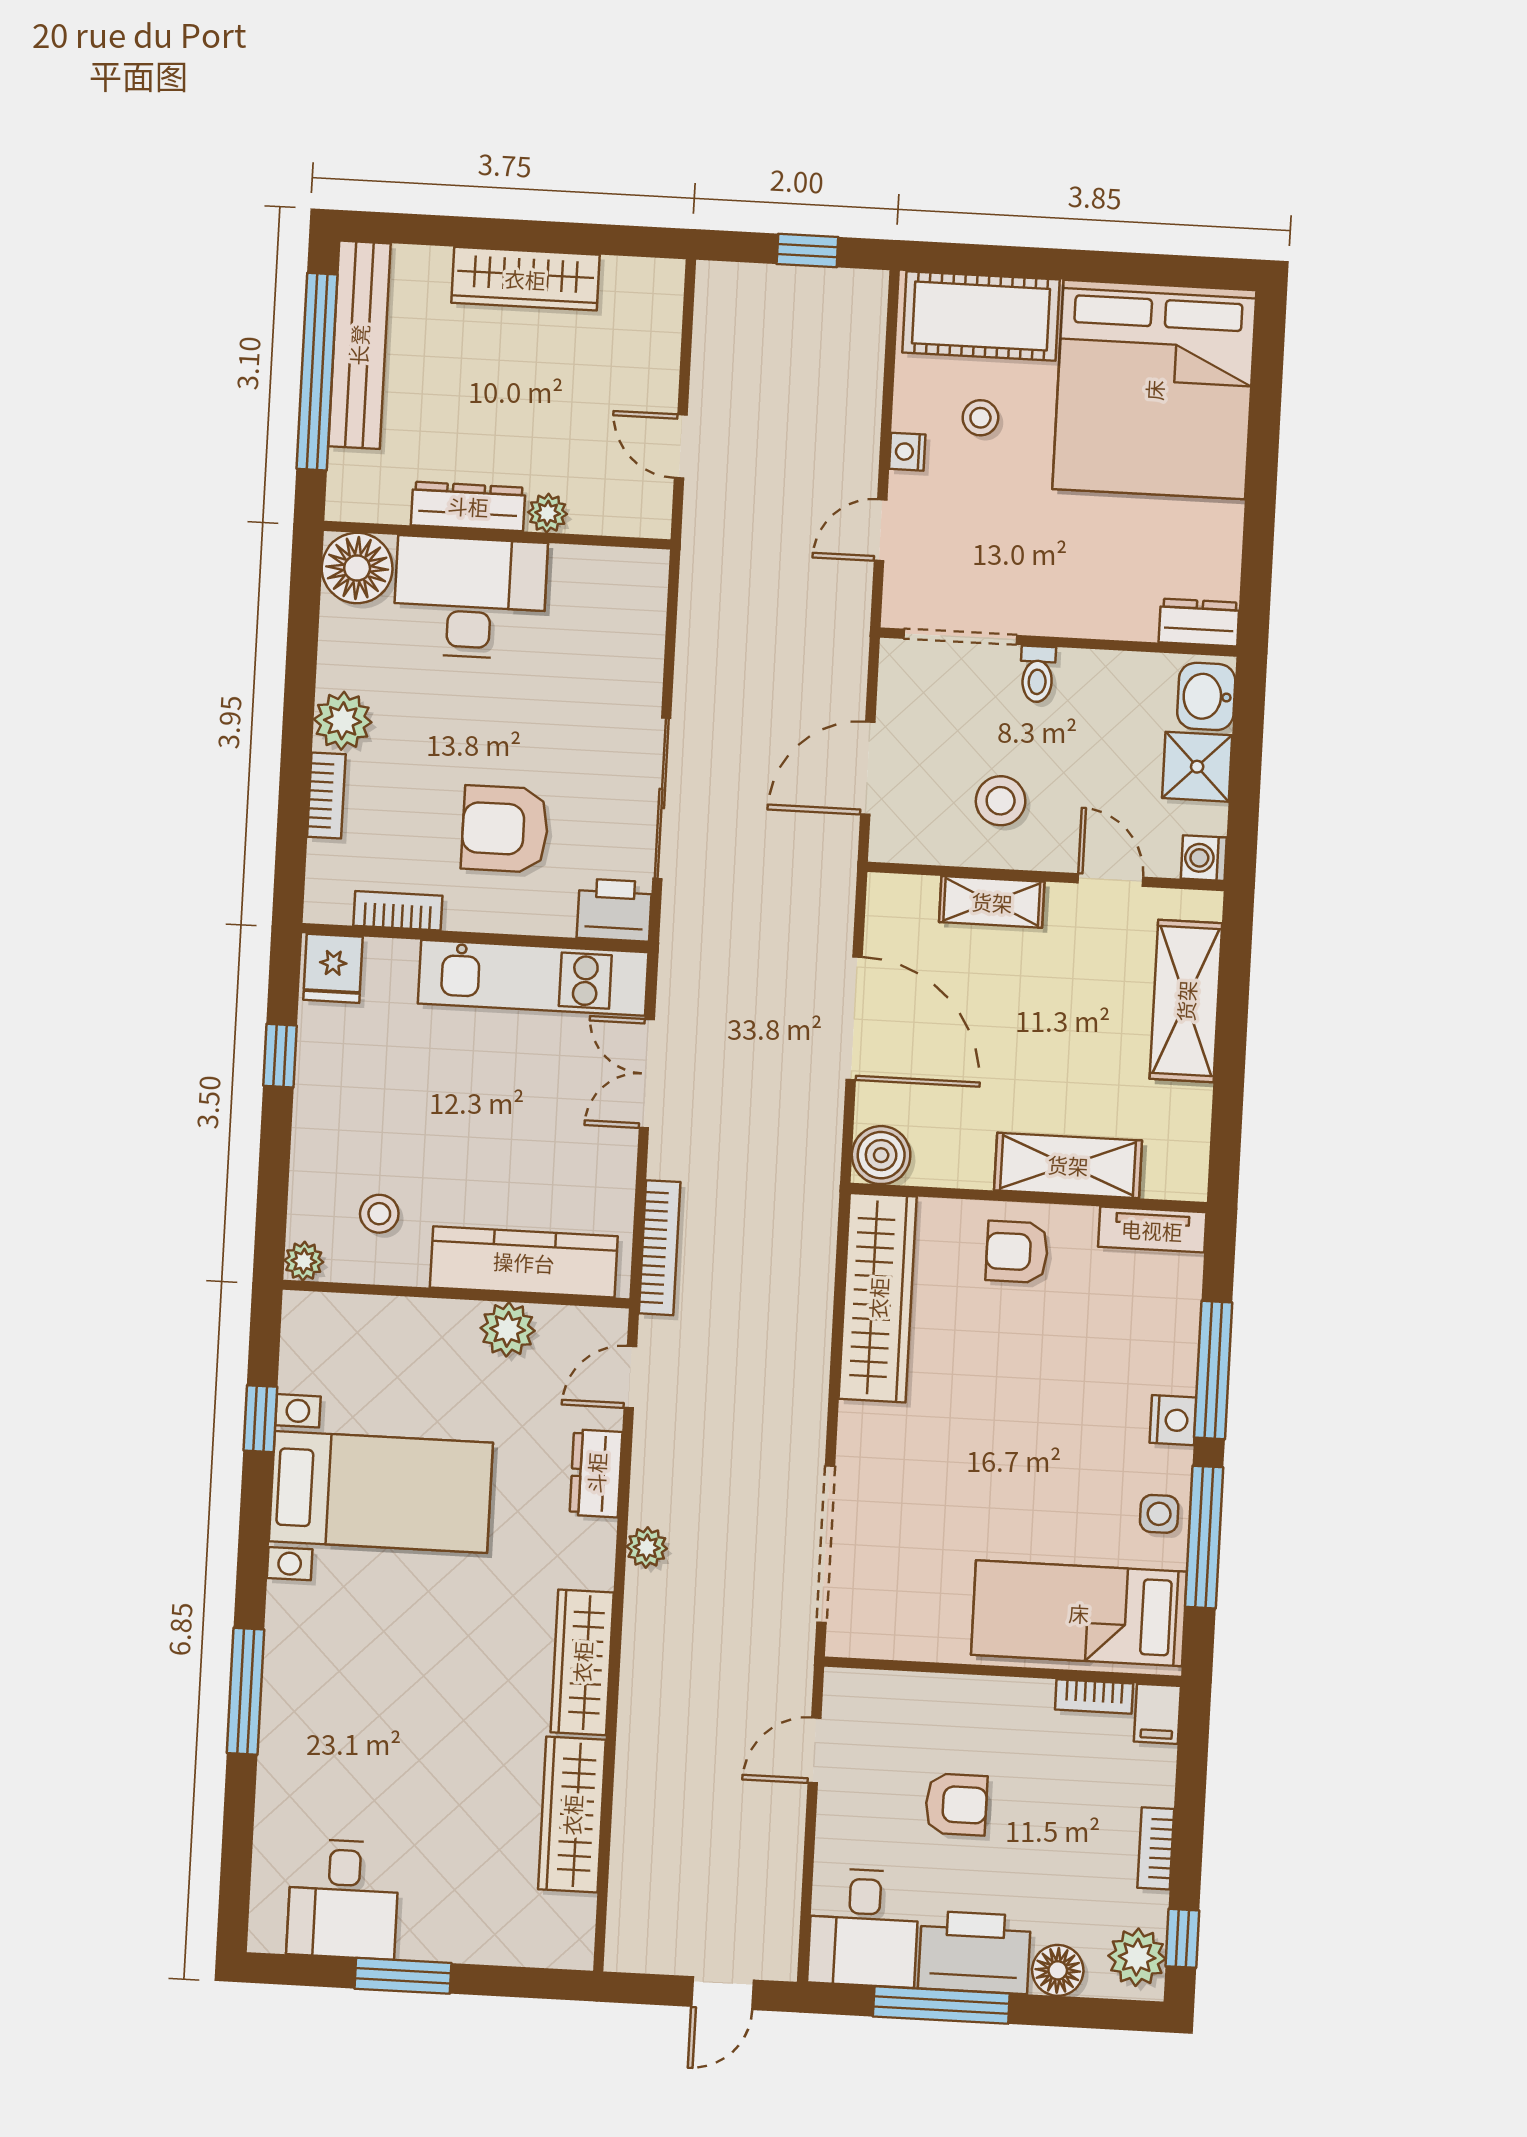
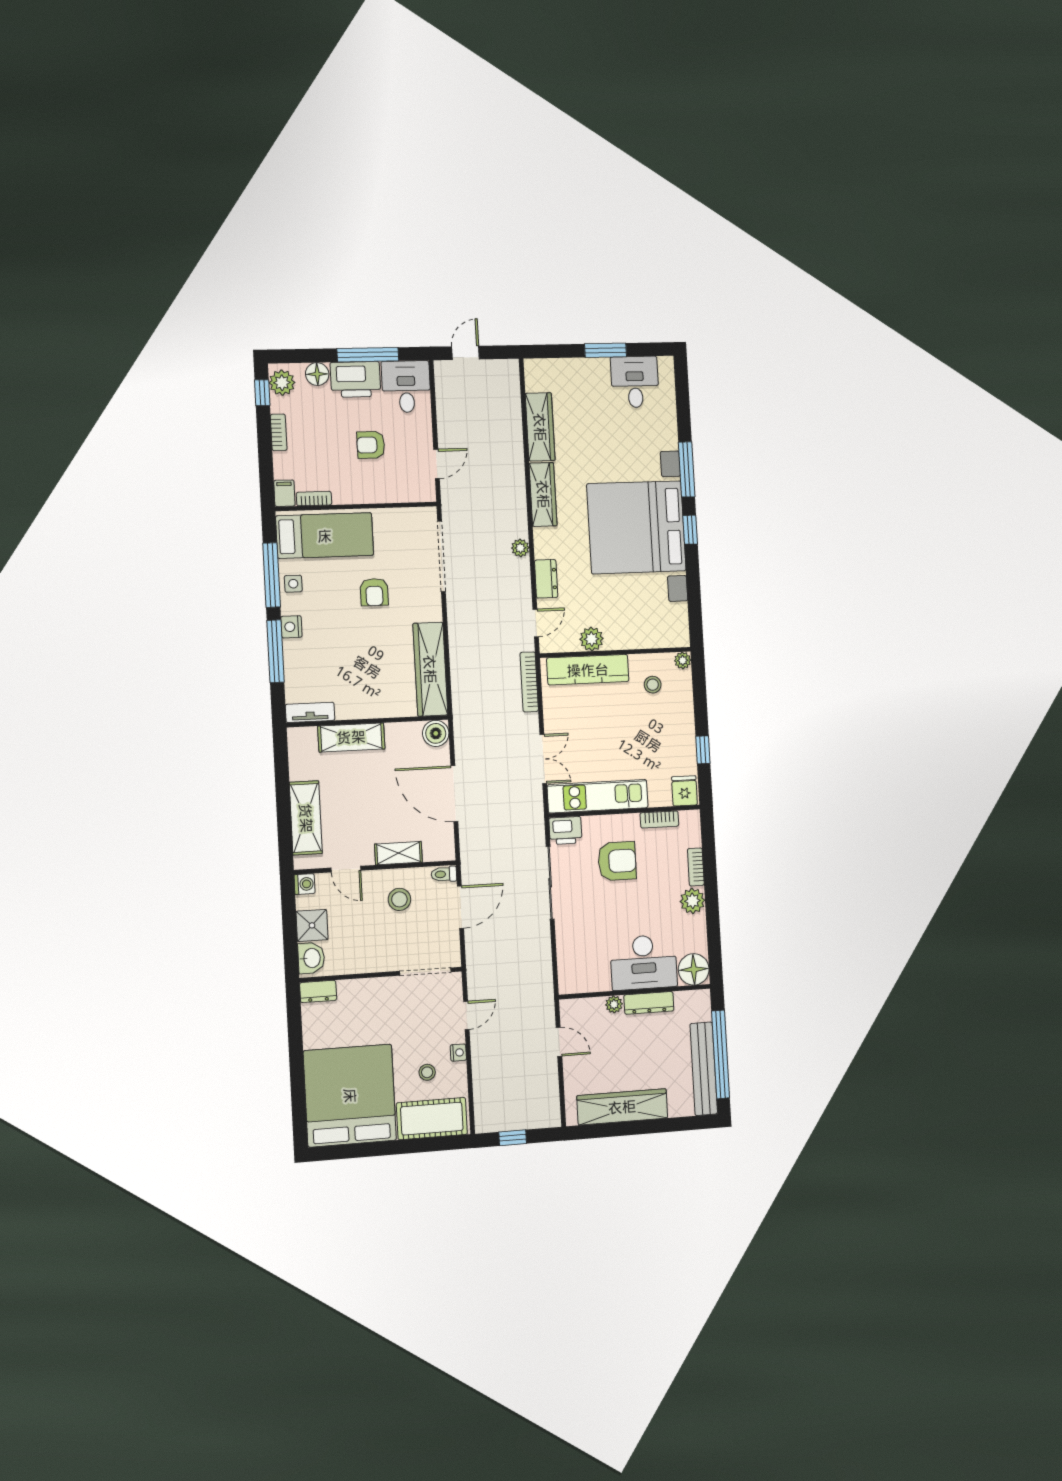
wardrobe: (525, 279) -> (622, 1107), width x1.40, depth x1.17
toilet: (1037, 674) -> (444, 874), moved, turned -90
armchair: (1017, 1252) -> (374, 592), moved, turned 90
window: (260, 1419) -> (690, 530), moved
bed with nightstands: (381, 1492) -> (636, 527), width x1.85

